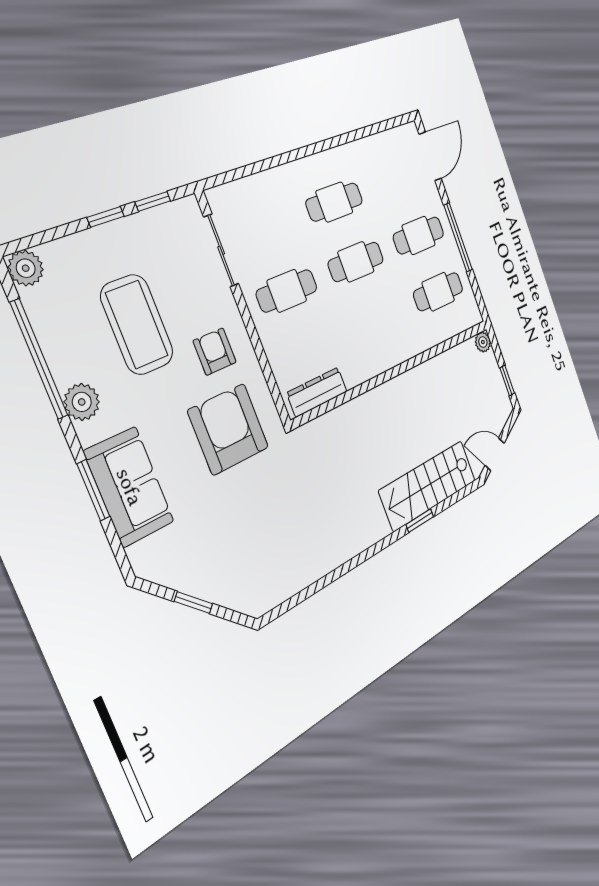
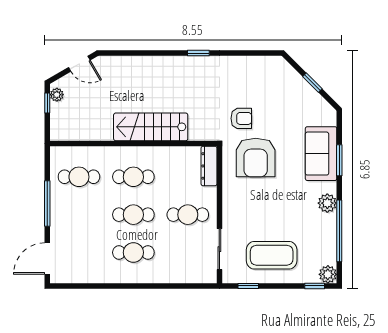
window: (106, 217) -> (315, 286), moved
cafe table: (419, 235) -> (133, 177), moved
coffee table: (137, 324) -> (272, 255), moved, turned 90
plant: (483, 342) -> (57, 95), moved
armchair: (215, 352) -> (241, 118), moved, turned -90
dresser: (317, 392) -> (209, 166), moved, turned 90
stairs: (428, 485) -> (151, 127), moved, turned 180
window: (420, 521) -> (198, 53), moved

